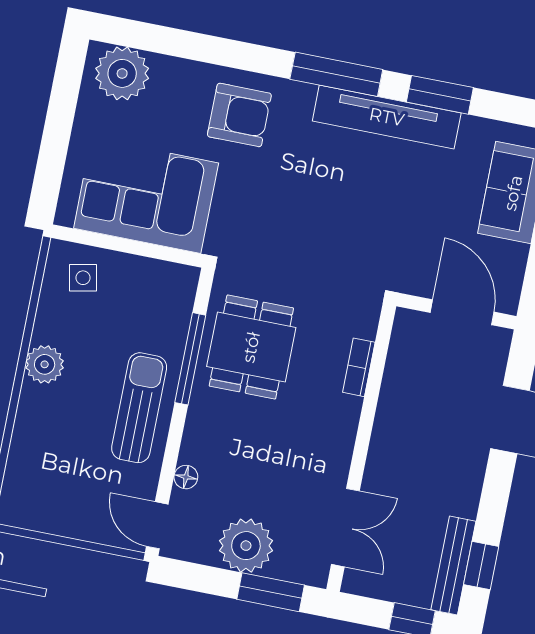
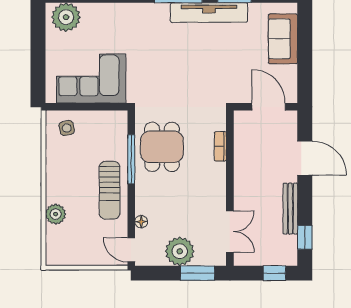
armchair: (239, 115) -> (132, 27), removed
plant: (45, 364) -> (56, 214), moved
sun lounger: (139, 408) -> (110, 190), turned 180
bench: (453, 566) -> (290, 209), moved

